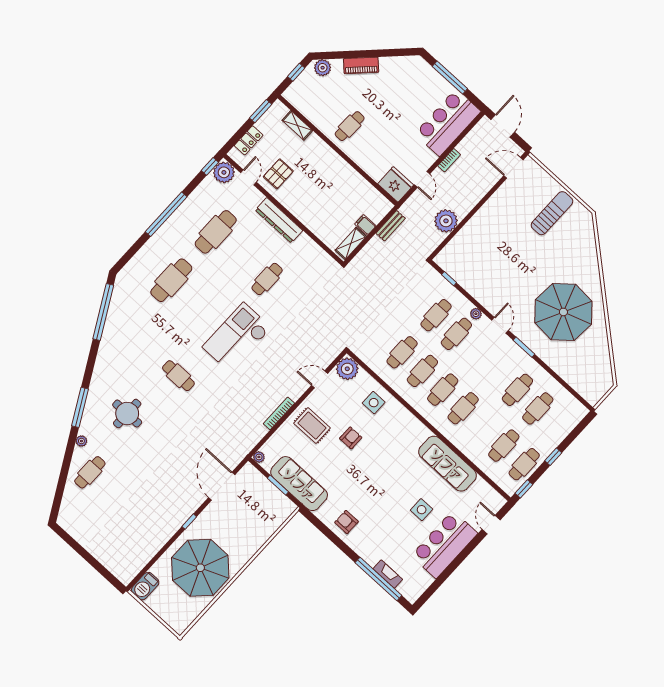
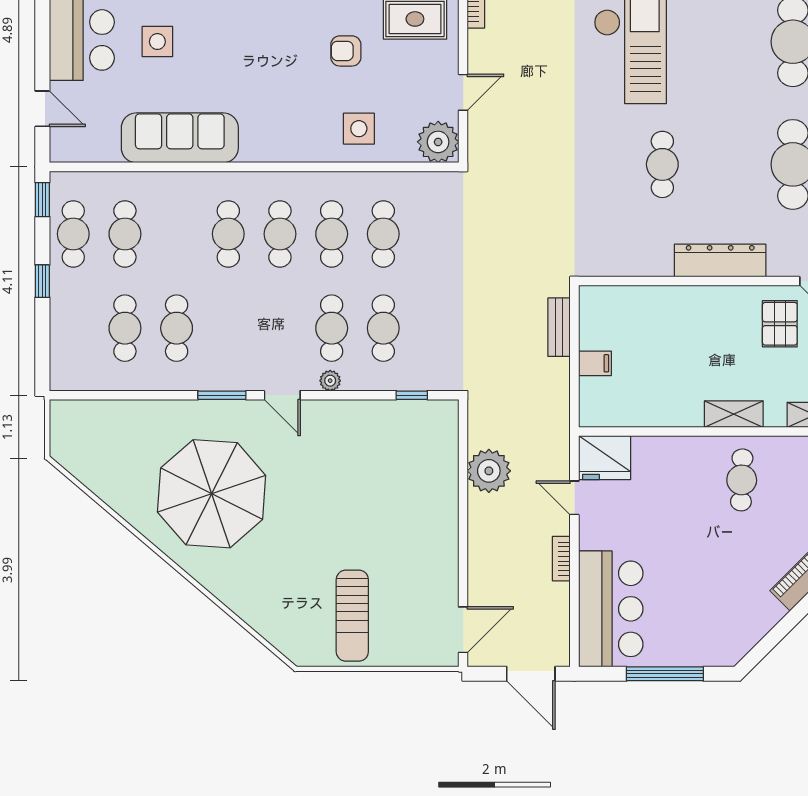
bench: (391, 226) -> (559, 327), moved
shelving: (351, 243) -> (734, 414), moved, turned 90
armchair: (351, 438) -> (346, 51), turned 90

